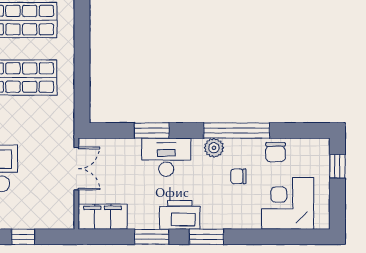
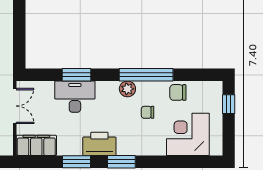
chair: (276, 152) -> (178, 92), turned 90
desk: (166, 157) -> (75, 97), moved

